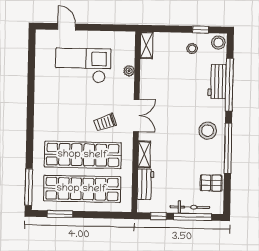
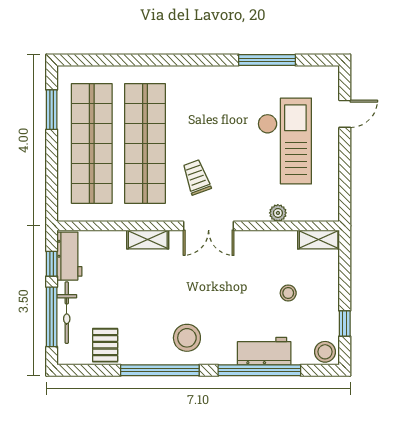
stool: (192, 49) -> (288, 293), moved
workbench: (146, 184) -> (69, 256), moved, turned -90
window: (29, 187) -> (267, 60), moved

